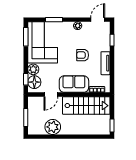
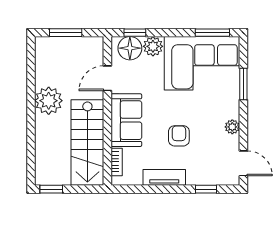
door: (51, 95) -> (107, 78), hinge flipped
plant: (53, 127) -> (49, 101), moved

